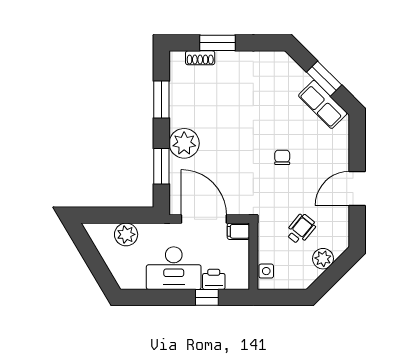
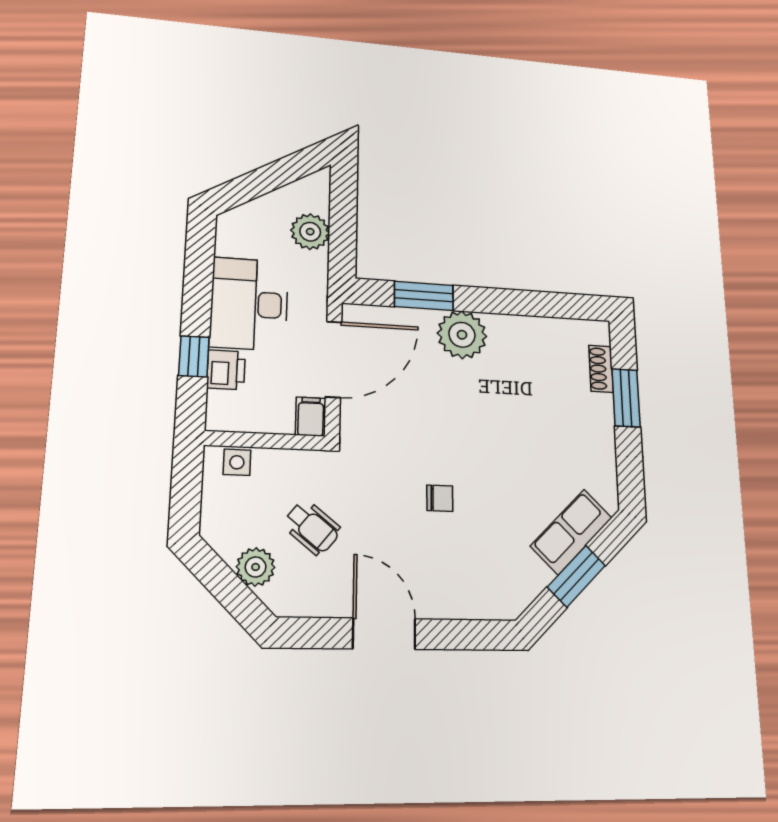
window: (161, 100) -> (532, 303), removed
row of seats: (323, 104) -> (571, 532), moved

